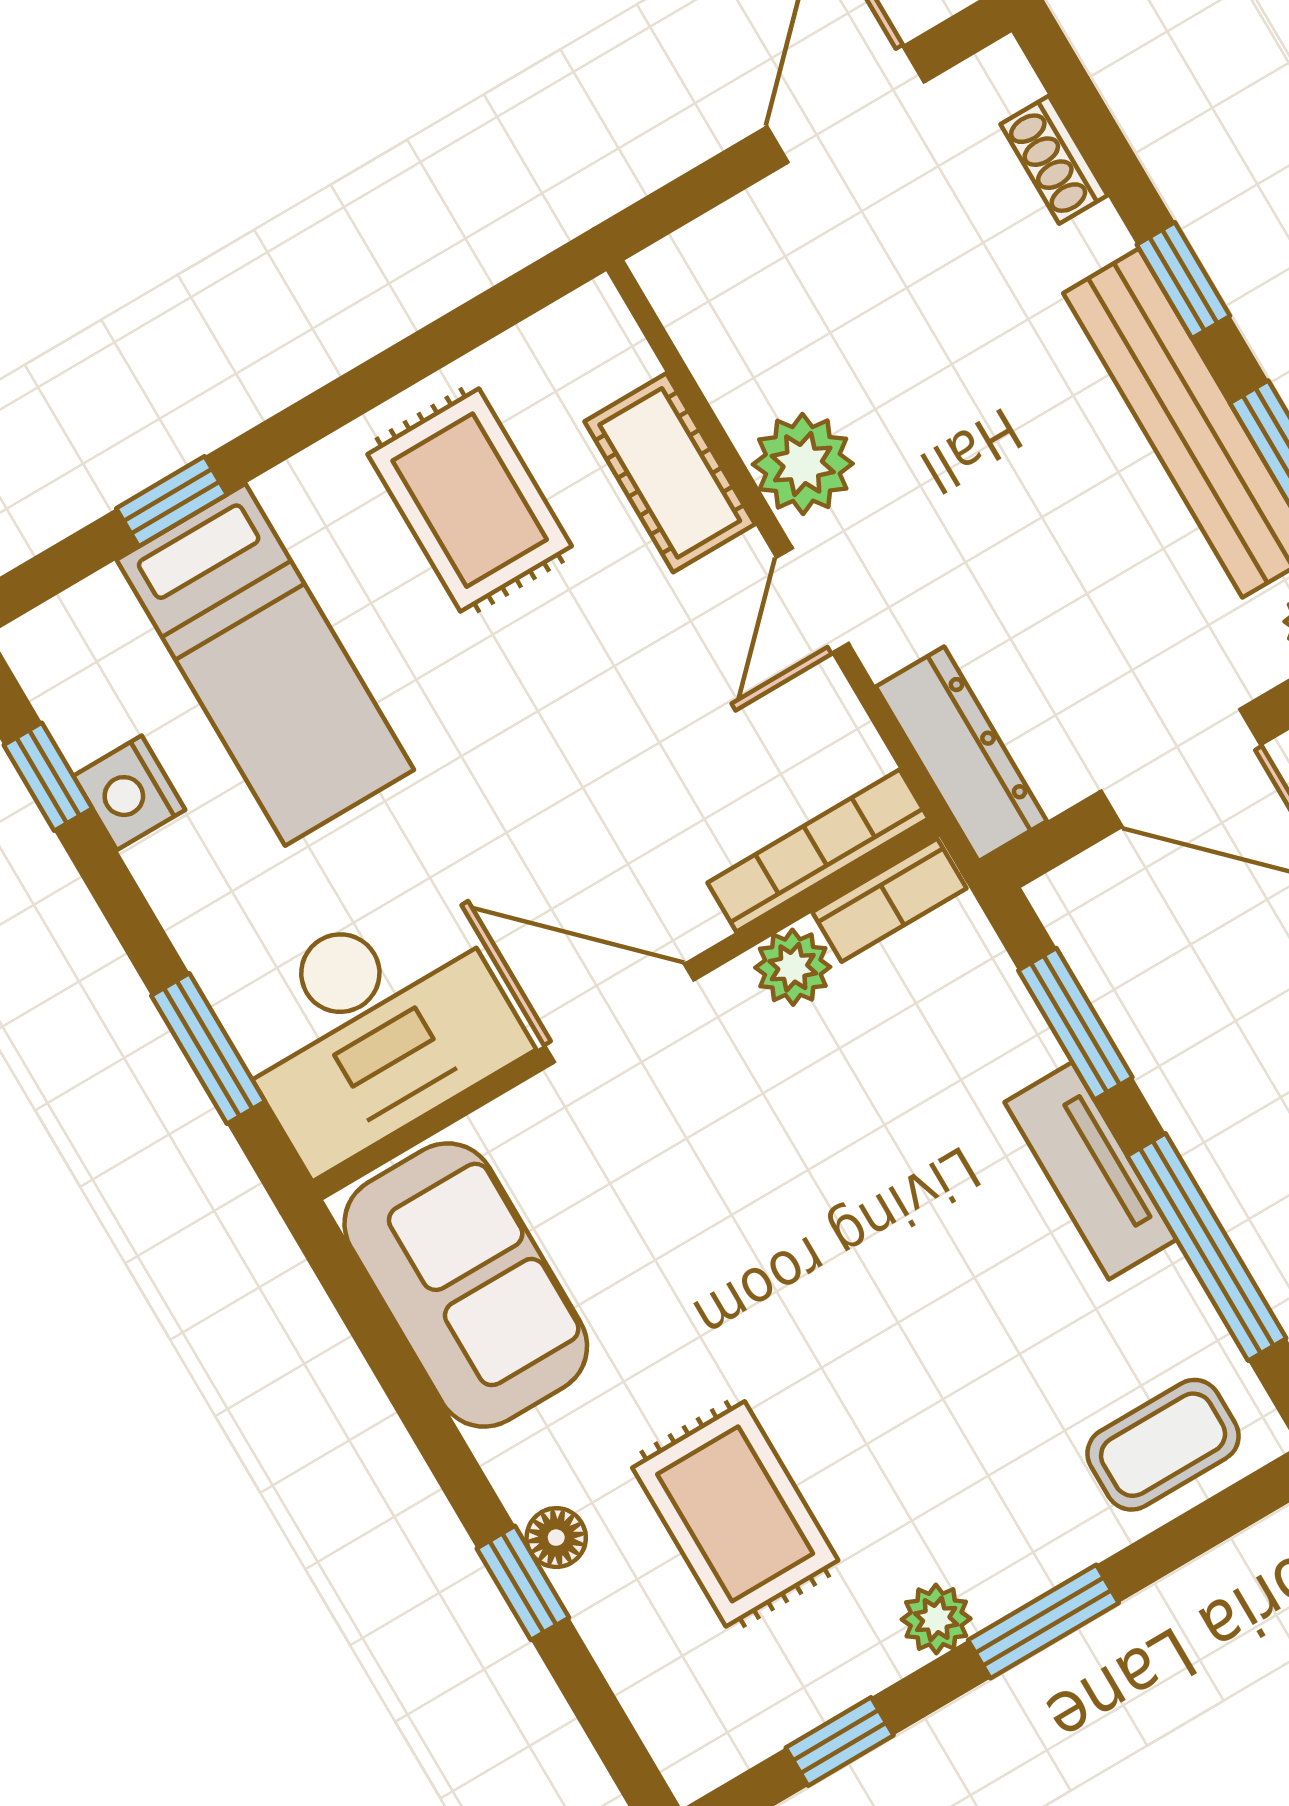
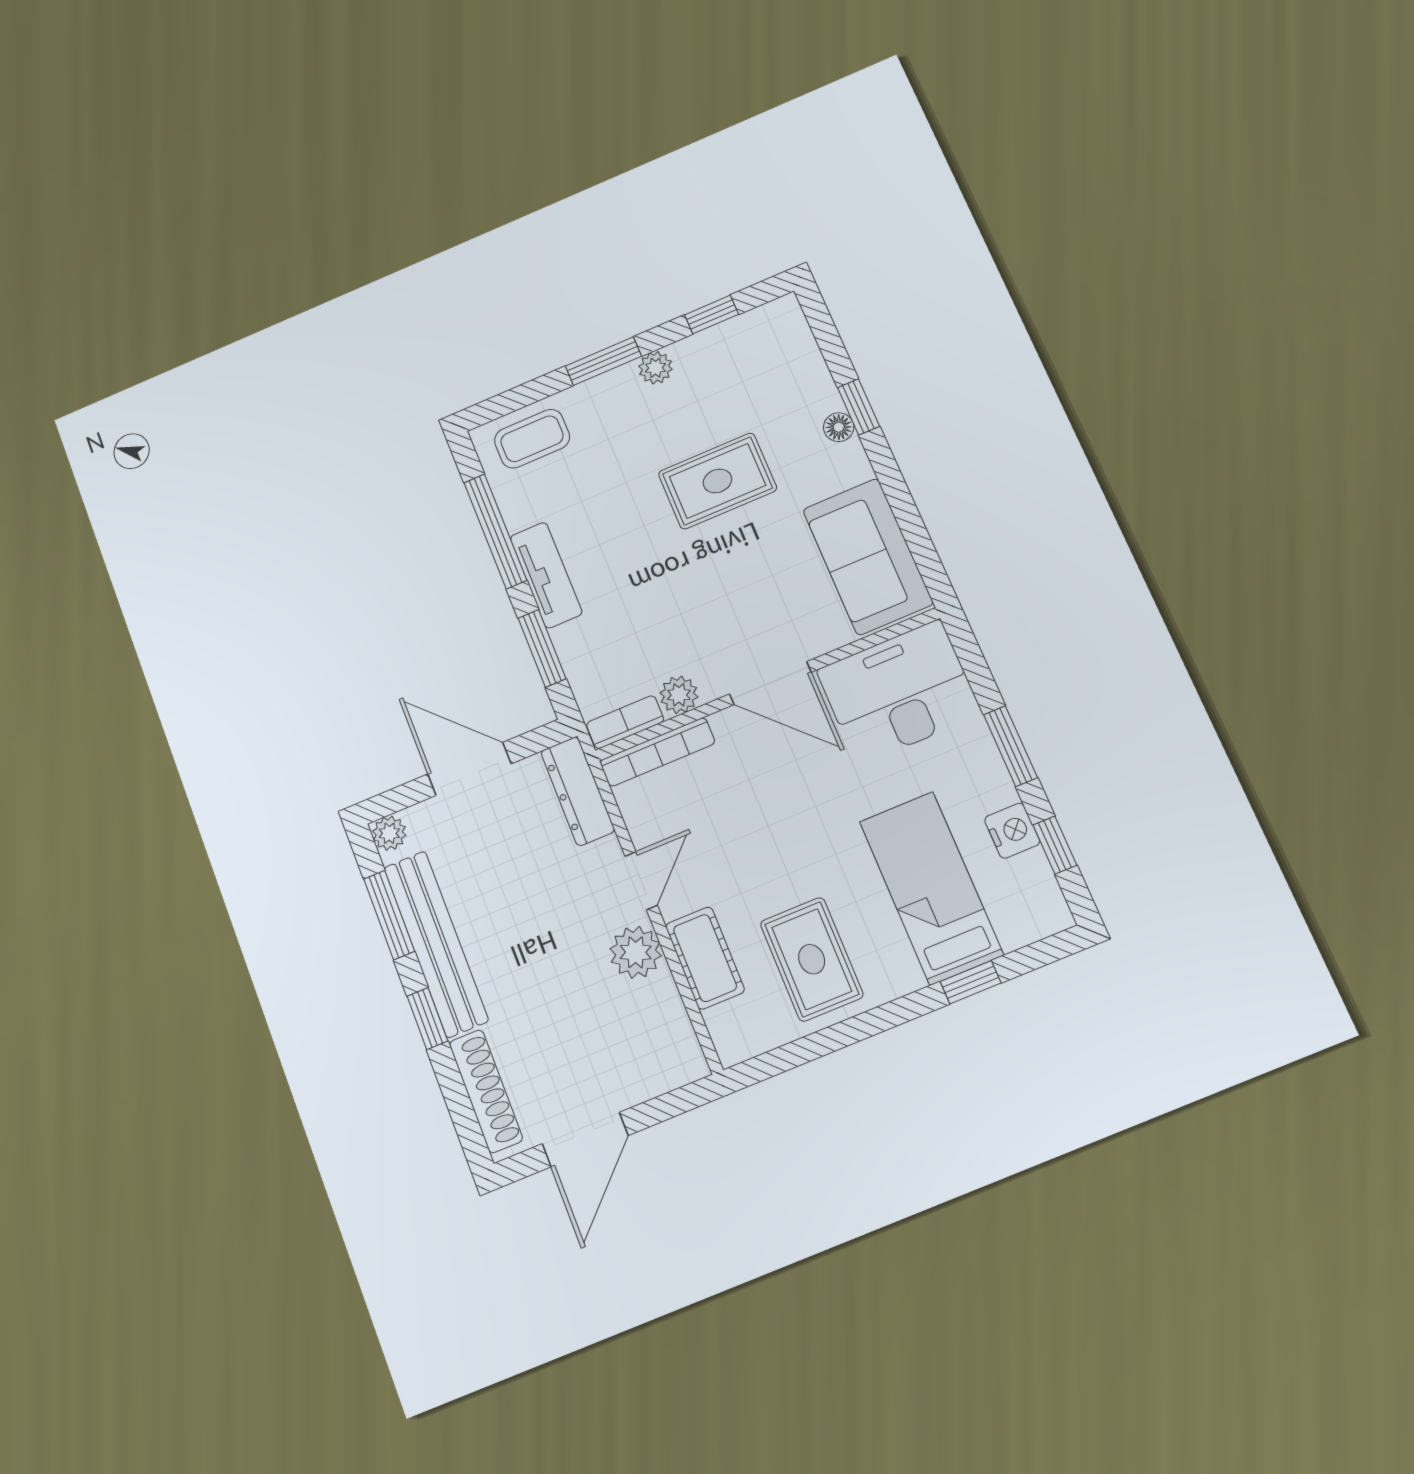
shoe rack: (1054, 160) -> (486, 1091), width x1.94, depth x1.24
window: (208, 1049) -> (1010, 746), moved
rug: (735, 1514) -> (717, 481), moved, turned 90

